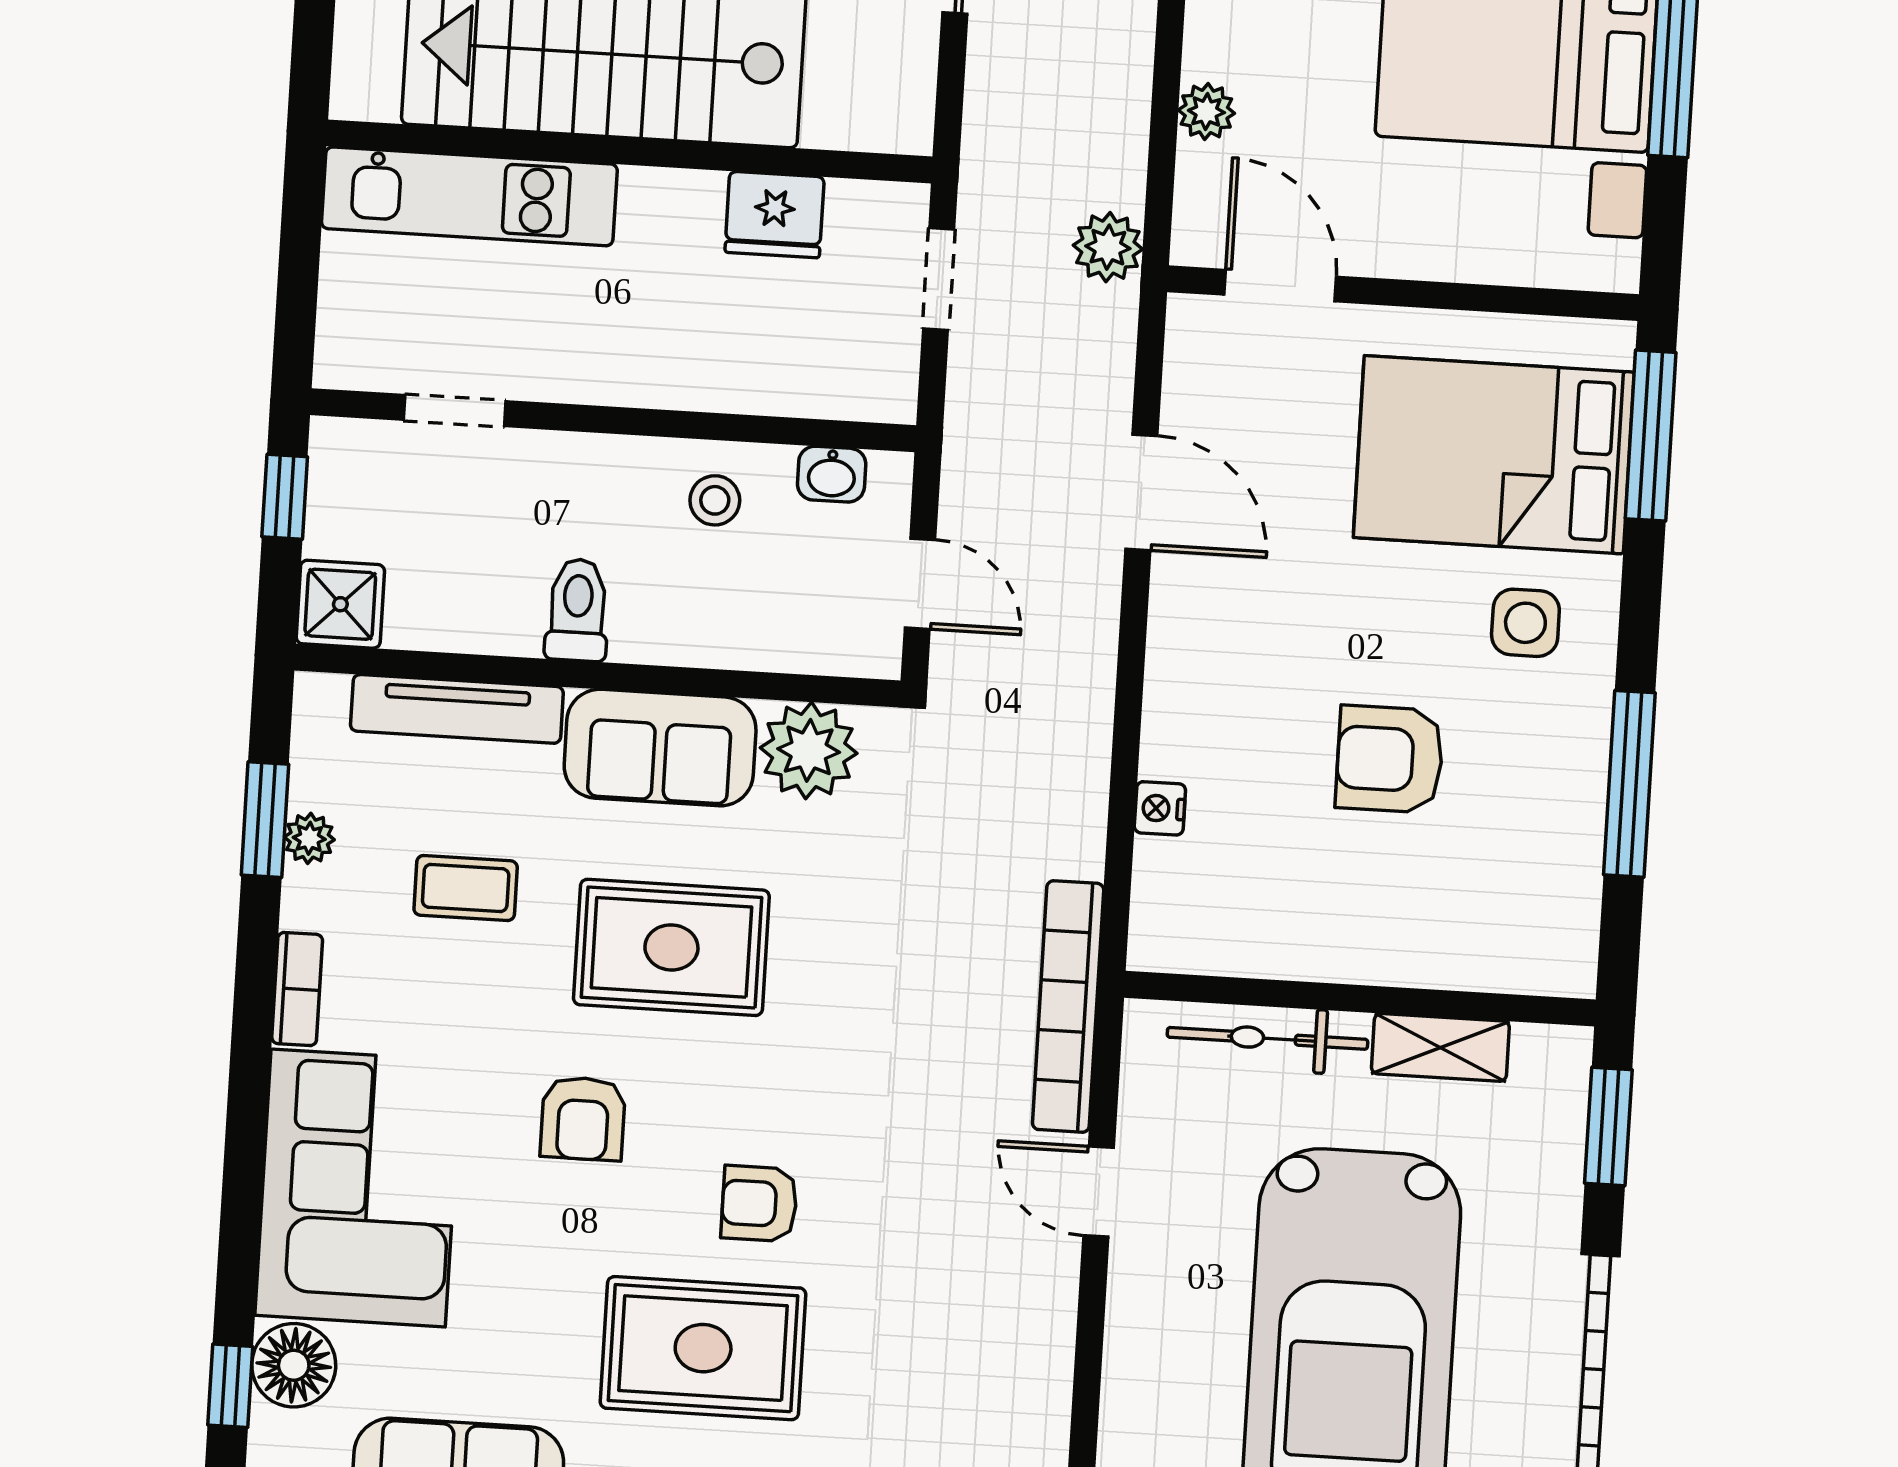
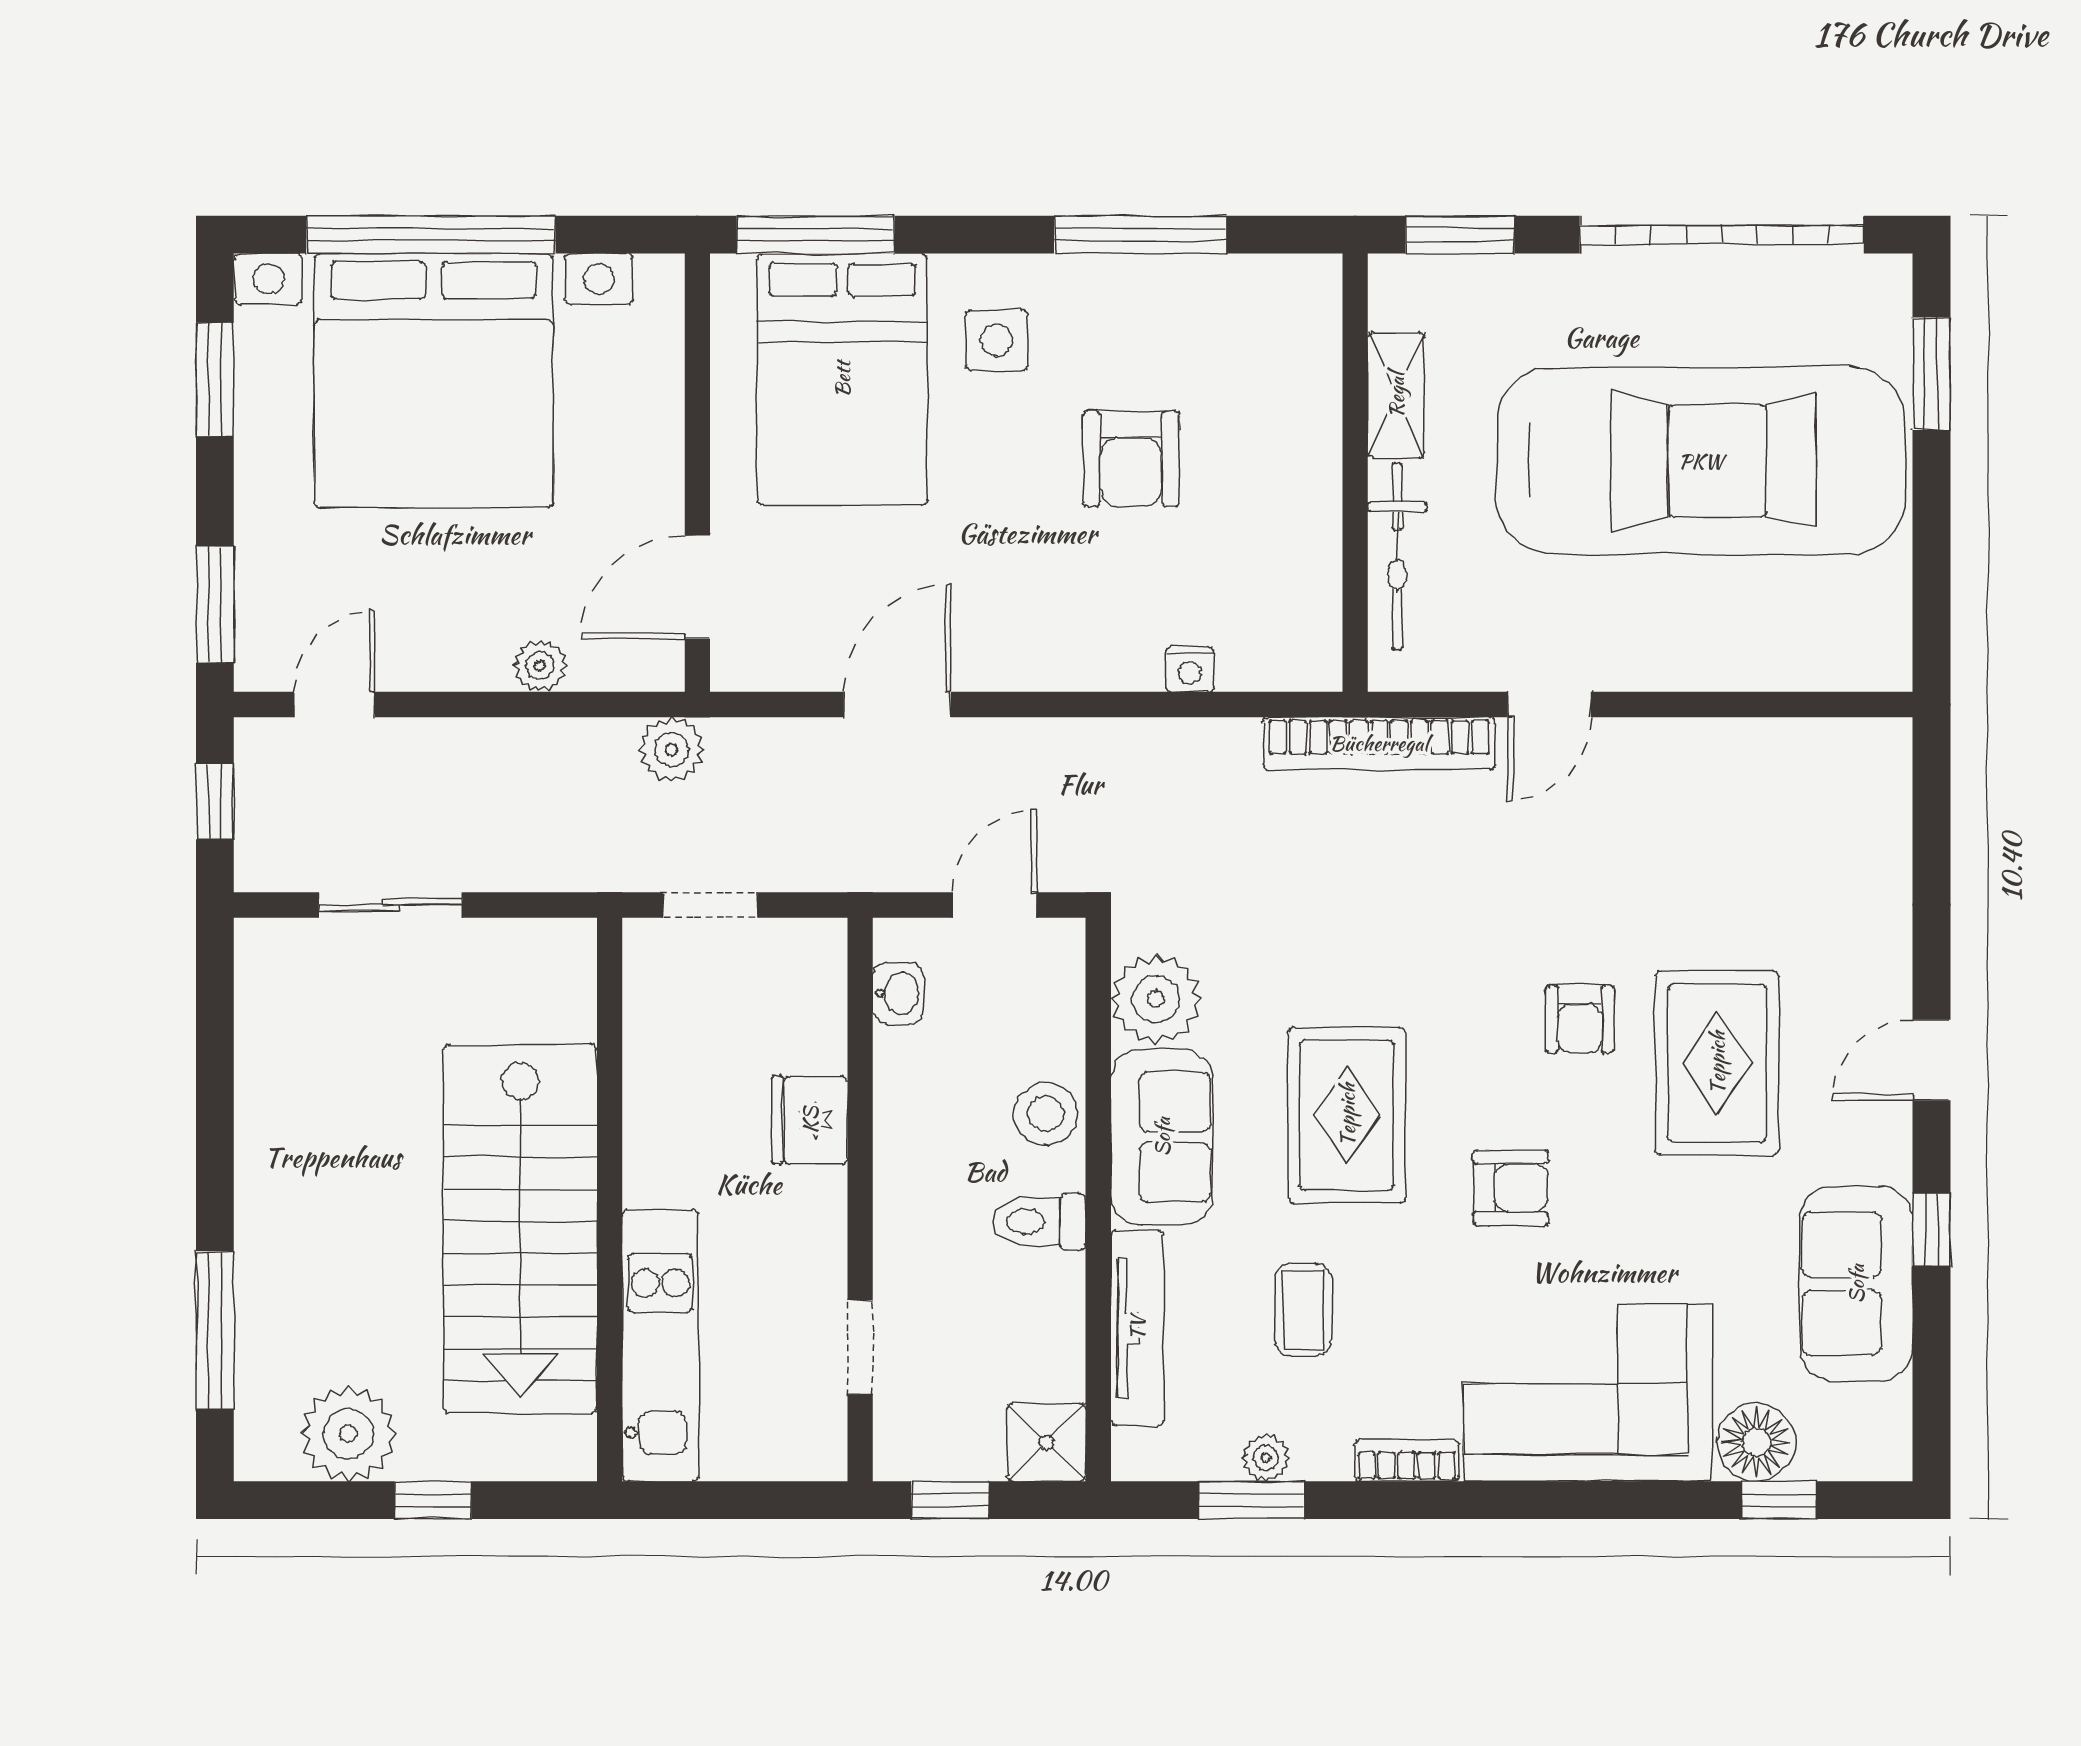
fridge: (775, 215) -> (810, 1120), moved, turned 180
stool: (715, 500) -> (1046, 1114), moved, width x1.37, depth x1.37

